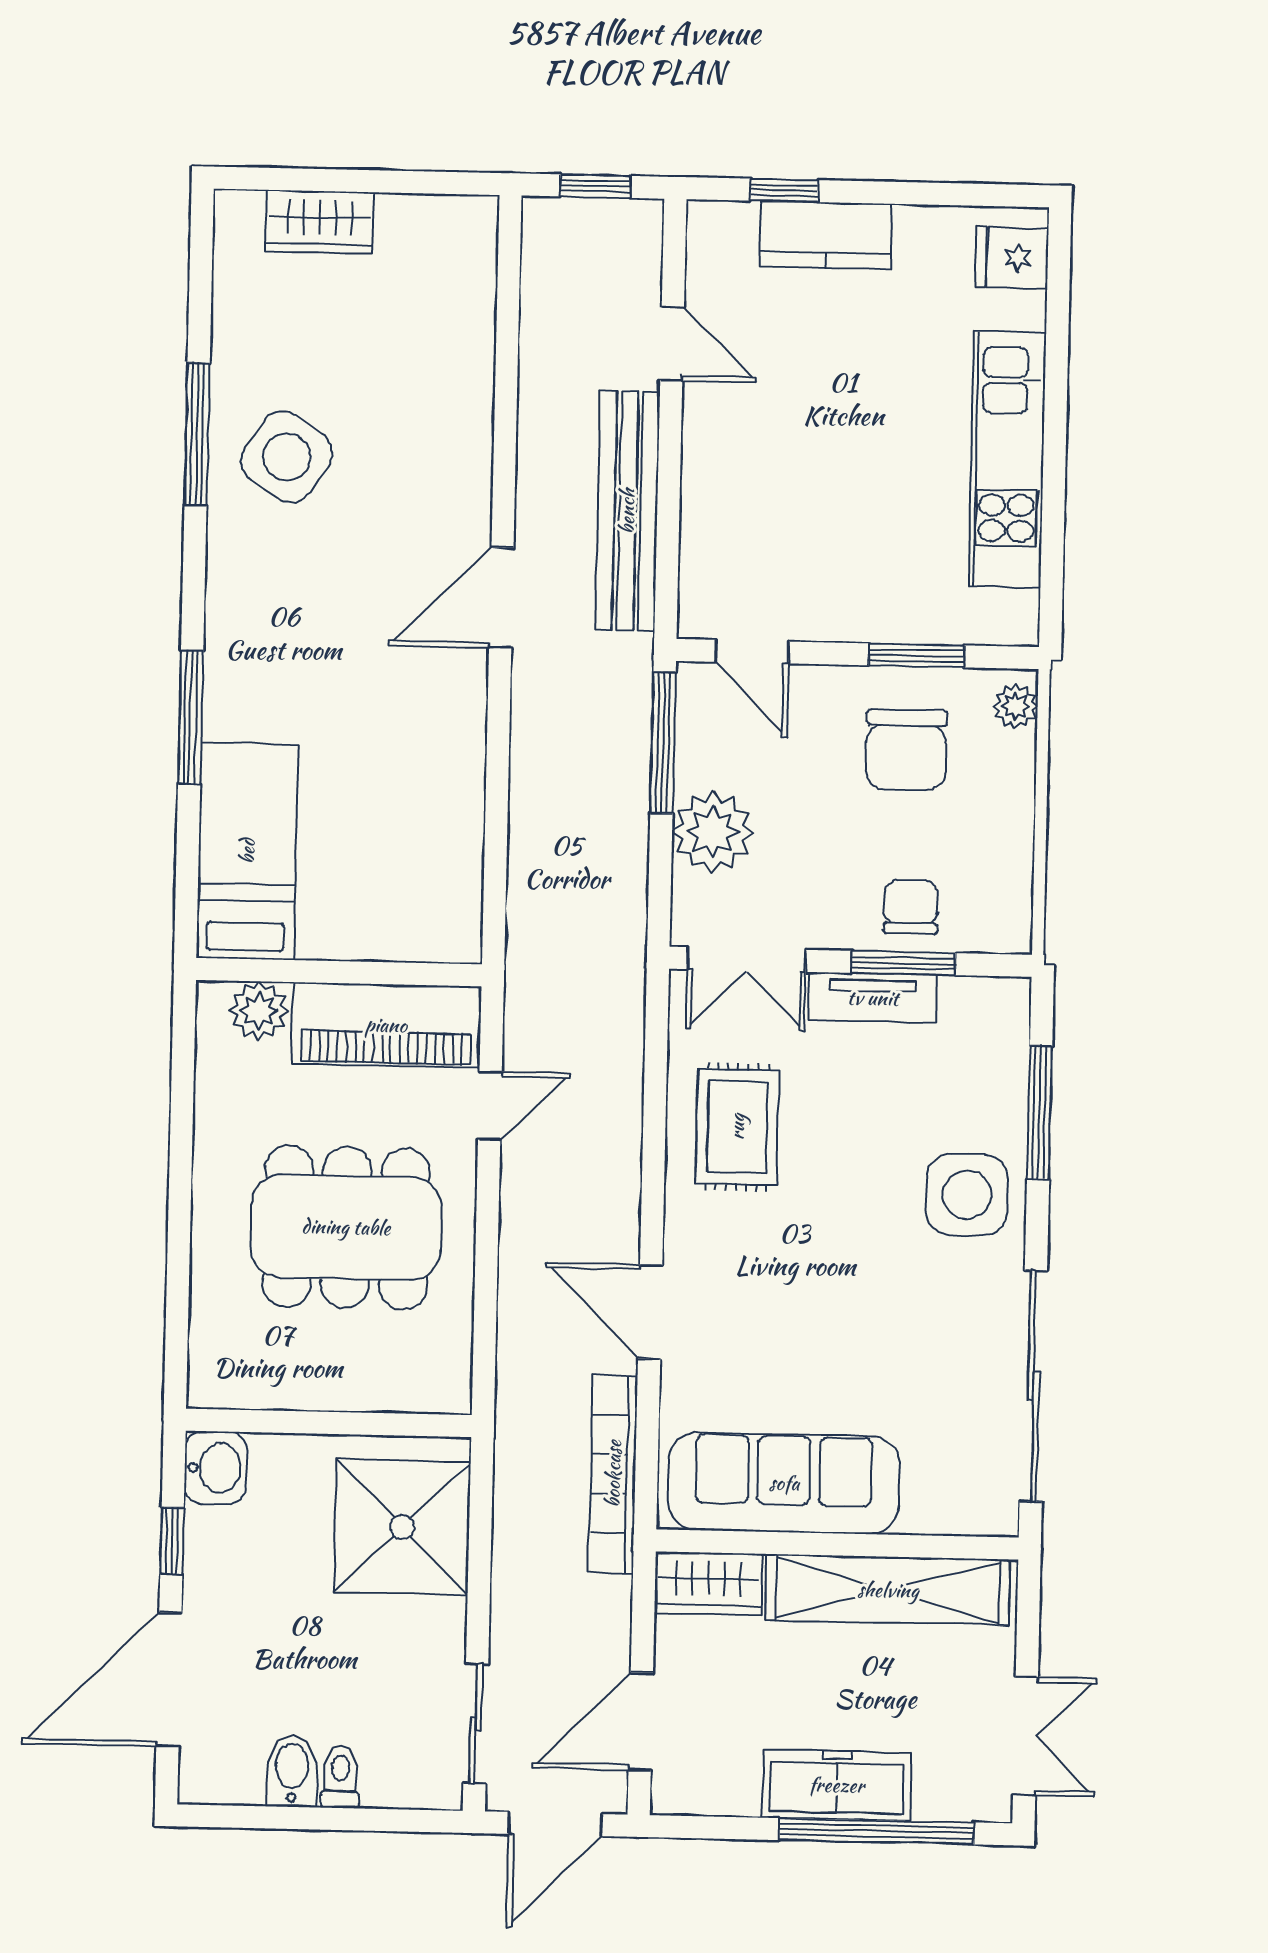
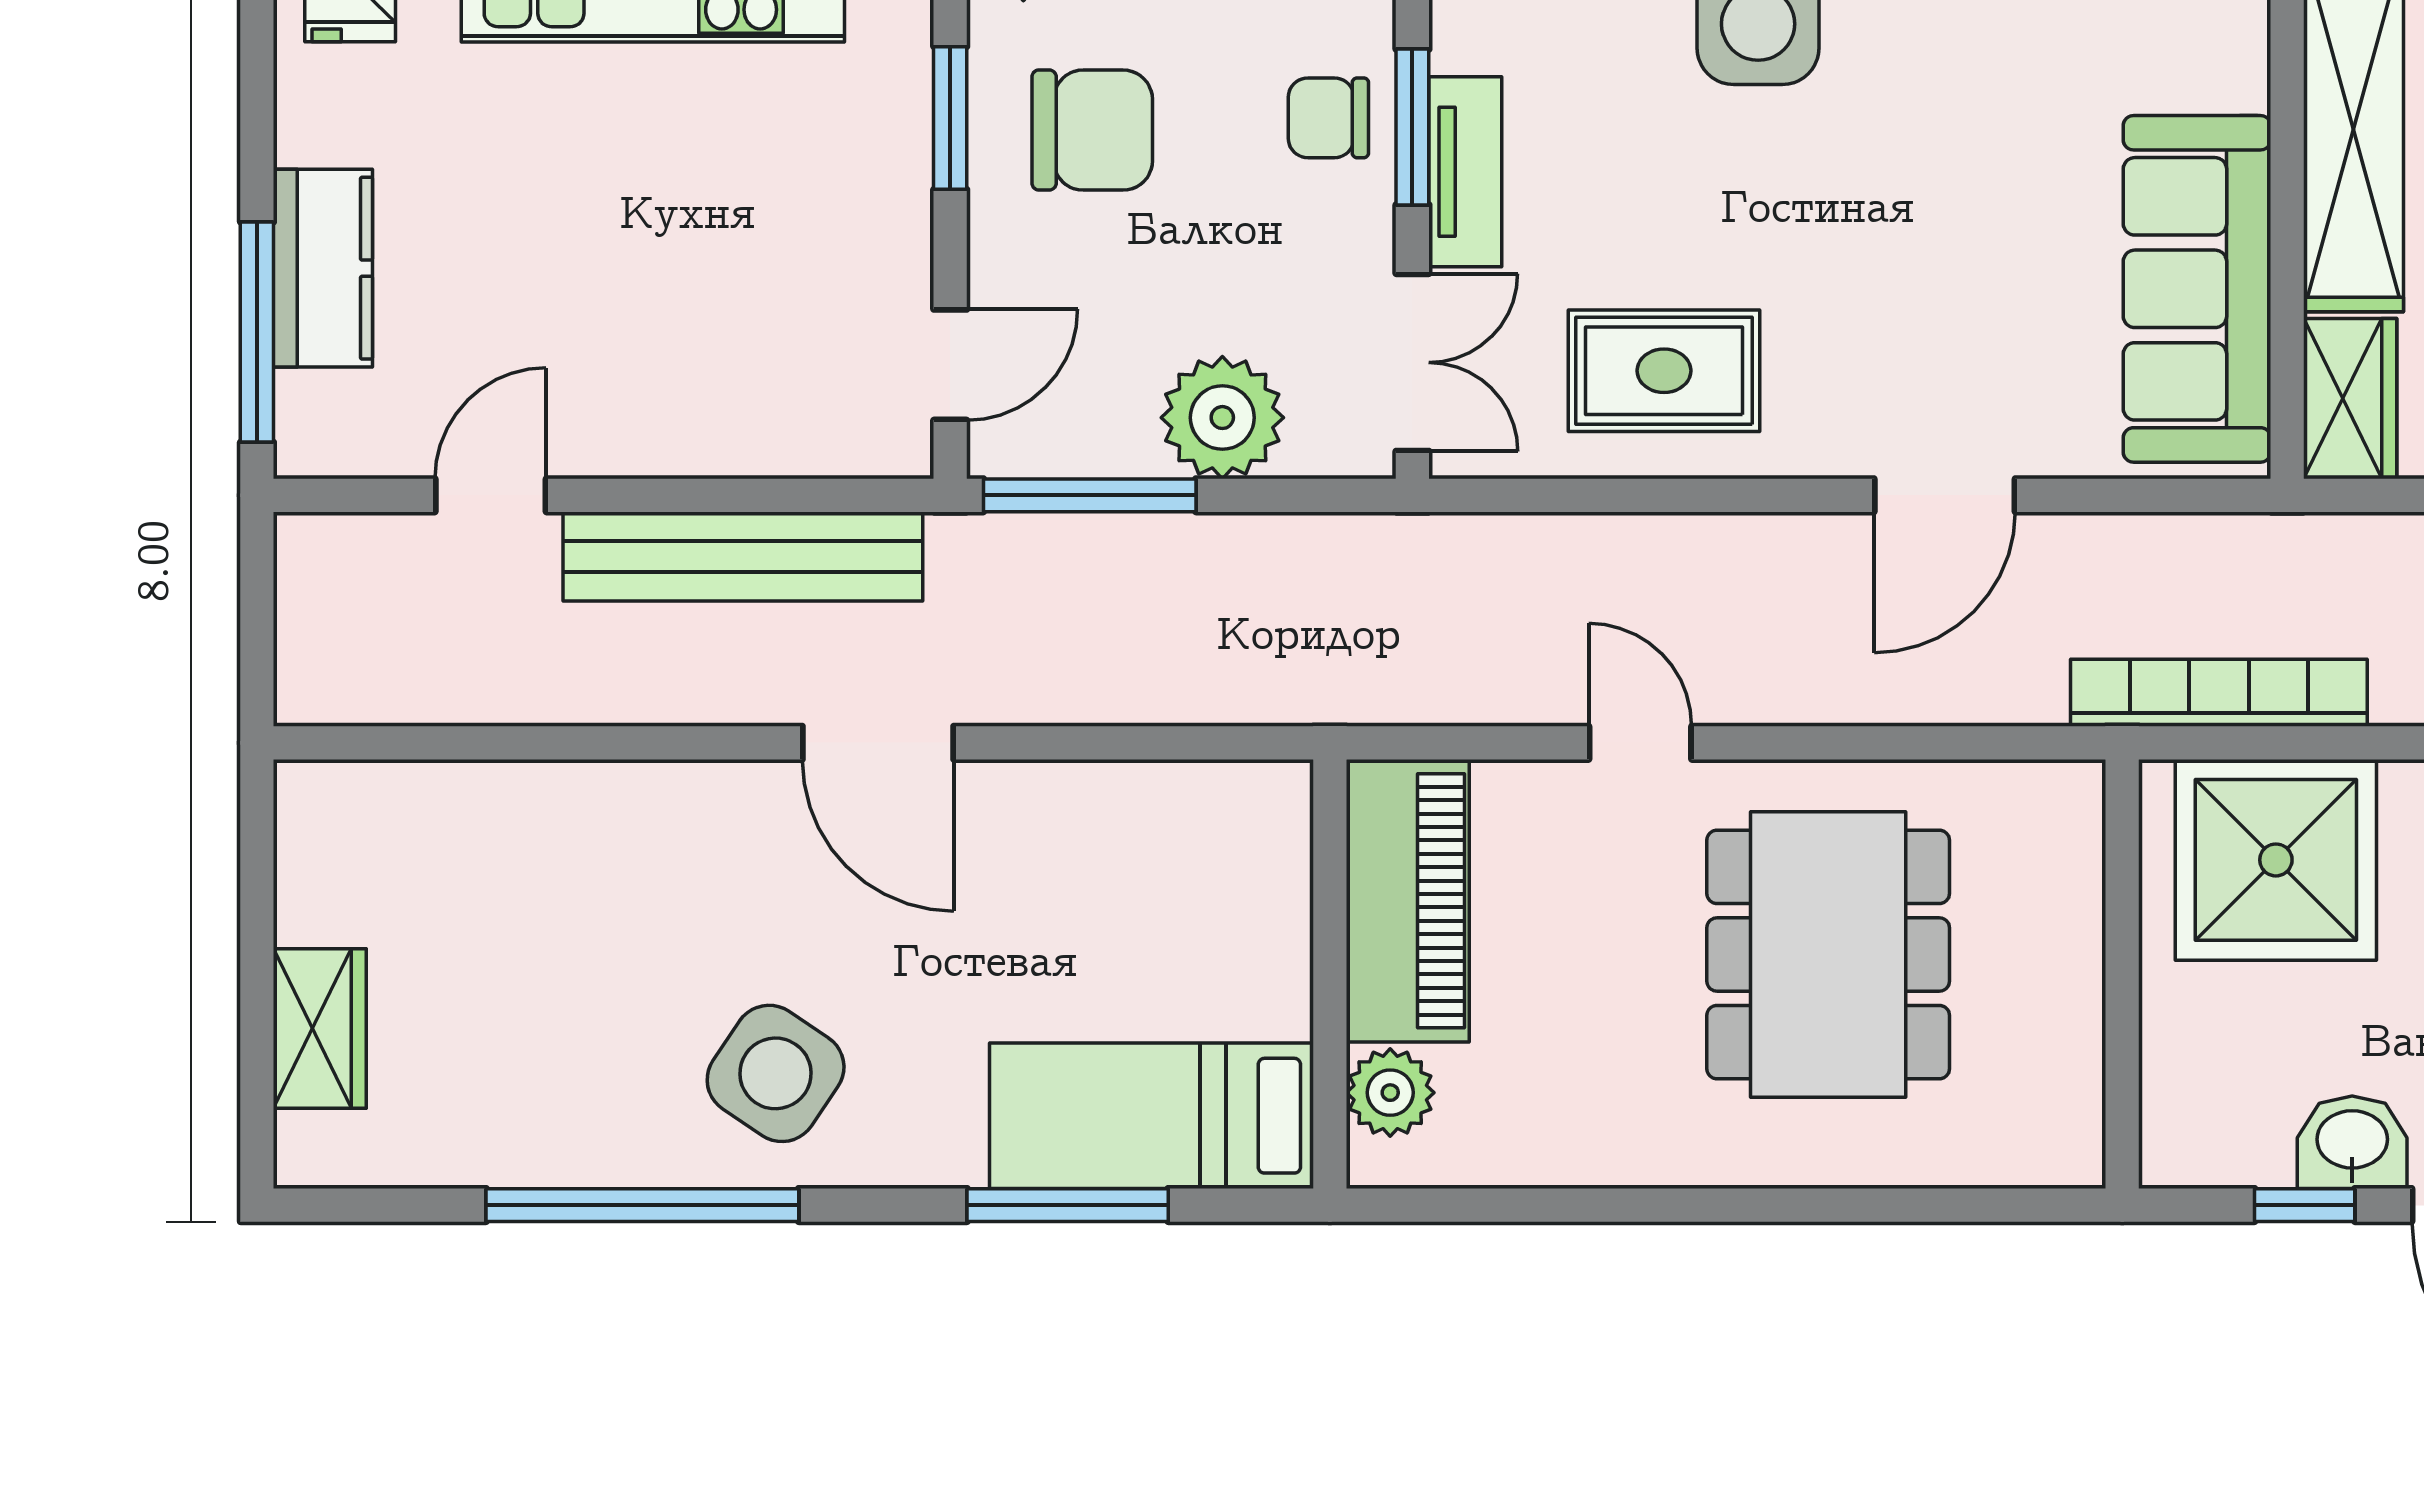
window: (595, 186) -> (257, 616), removed
window: (784, 190) -> (257, 332), width x2.17
window: (197, 434) -> (642, 1205), width x1.46
side table: (287, 457) -> (776, 1073), moved
bed: (247, 851) -> (1151, 1116), moved
wall: (339, 972) -> (1330, 974), moved
plant: (259, 1011) -> (1390, 1093), moved
piano: (386, 1025) -> (1408, 901), moved
washbasin: (216, 1468) -> (2352, 1142), moved
bookcase: (613, 1474) -> (2219, 693), moved, turned 180

